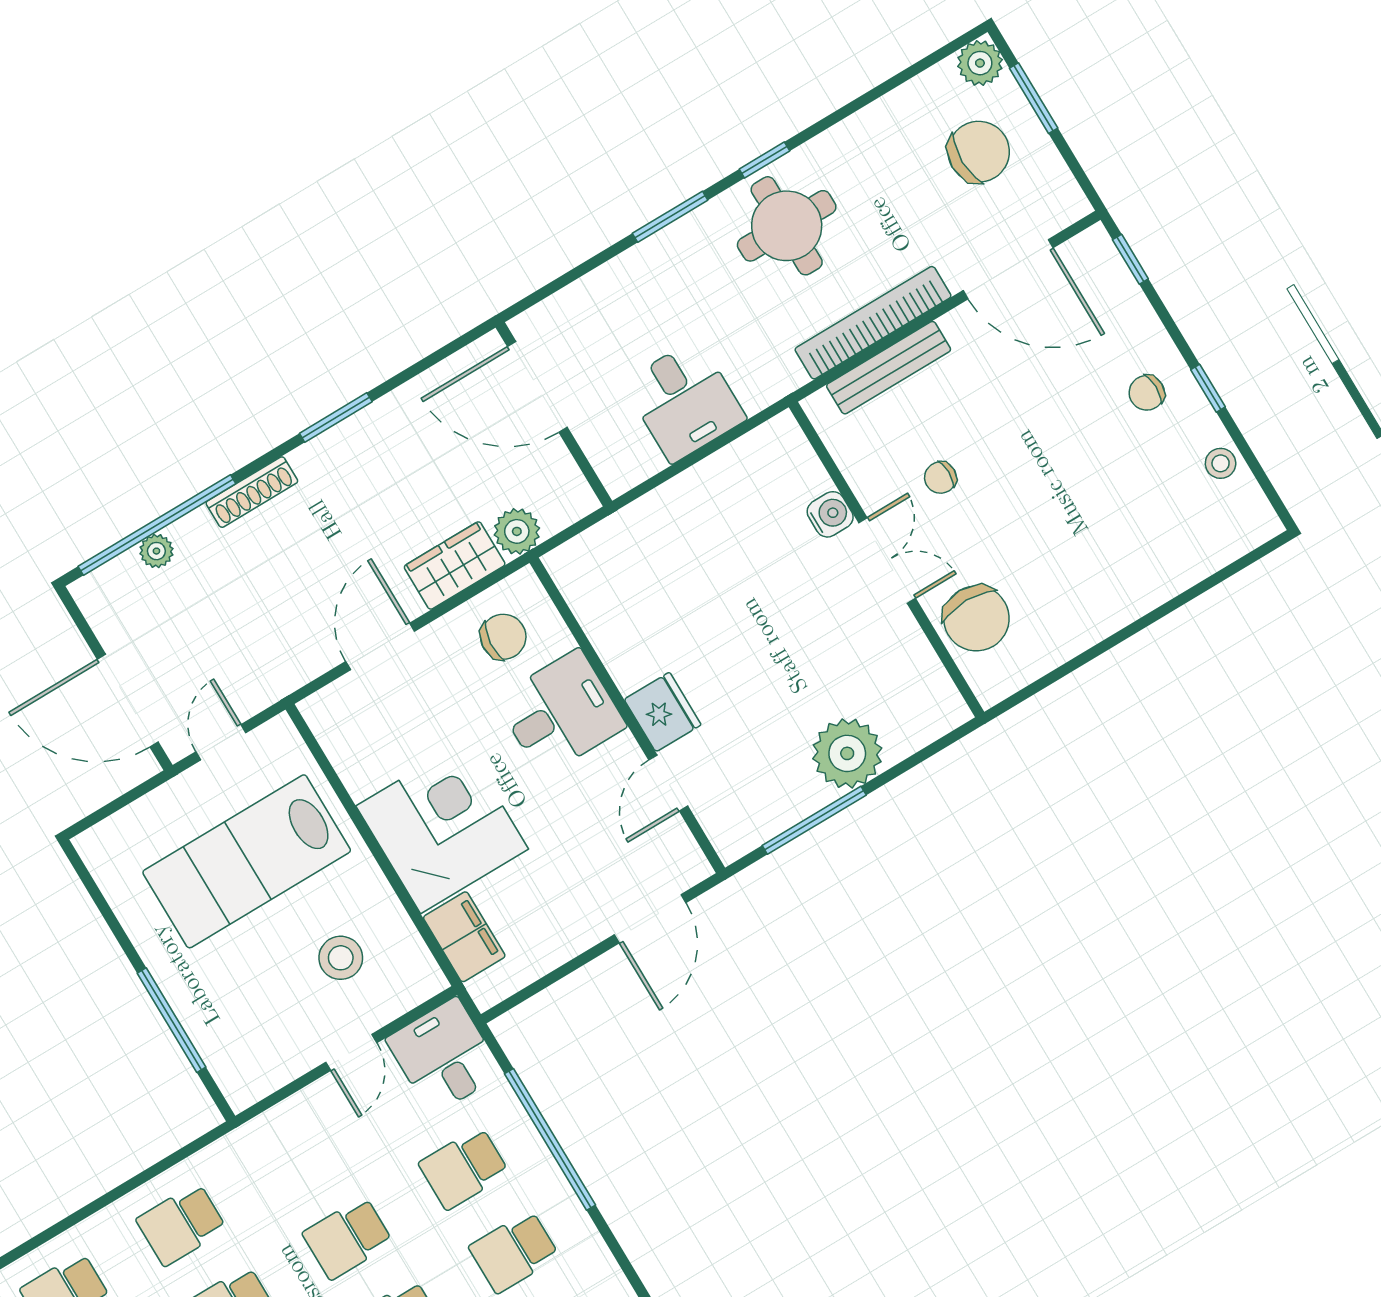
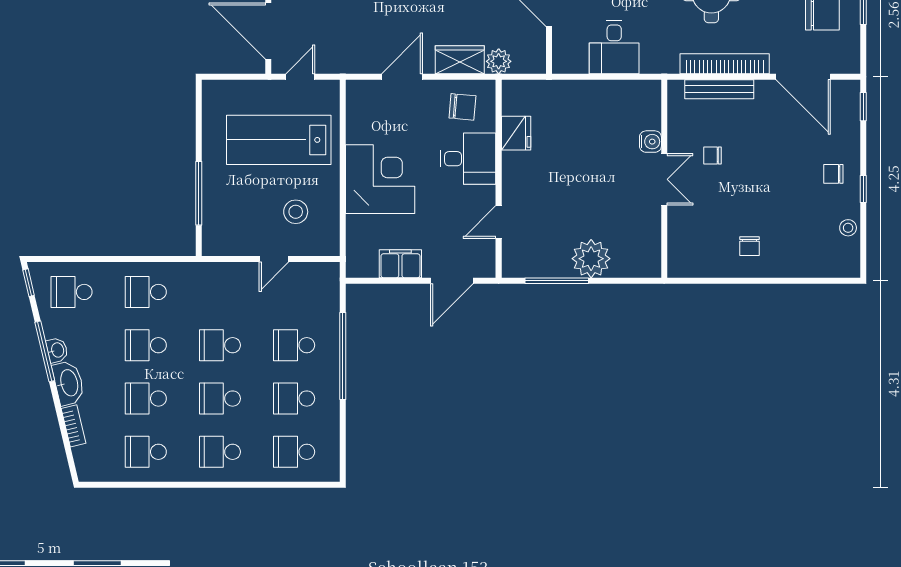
chair: (976, 618) -> (750, 246), moved, width x0.54, depth x0.54
fridge: (663, 712) -> (516, 133), moved
filing cabinet: (464, 937) -> (400, 264), moved, turned -90
desk: (444, 1056) -> (316, 287), removed

